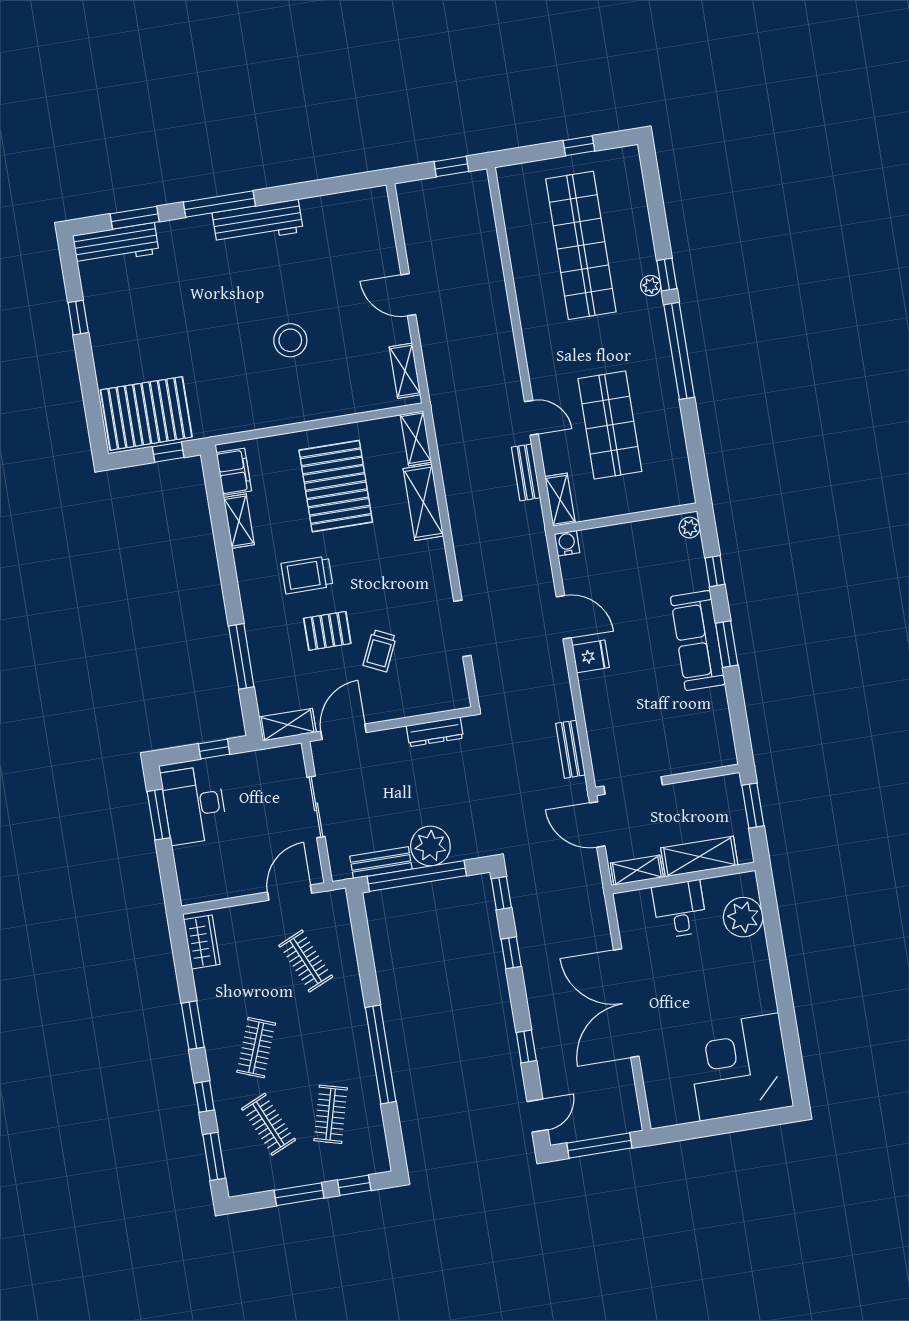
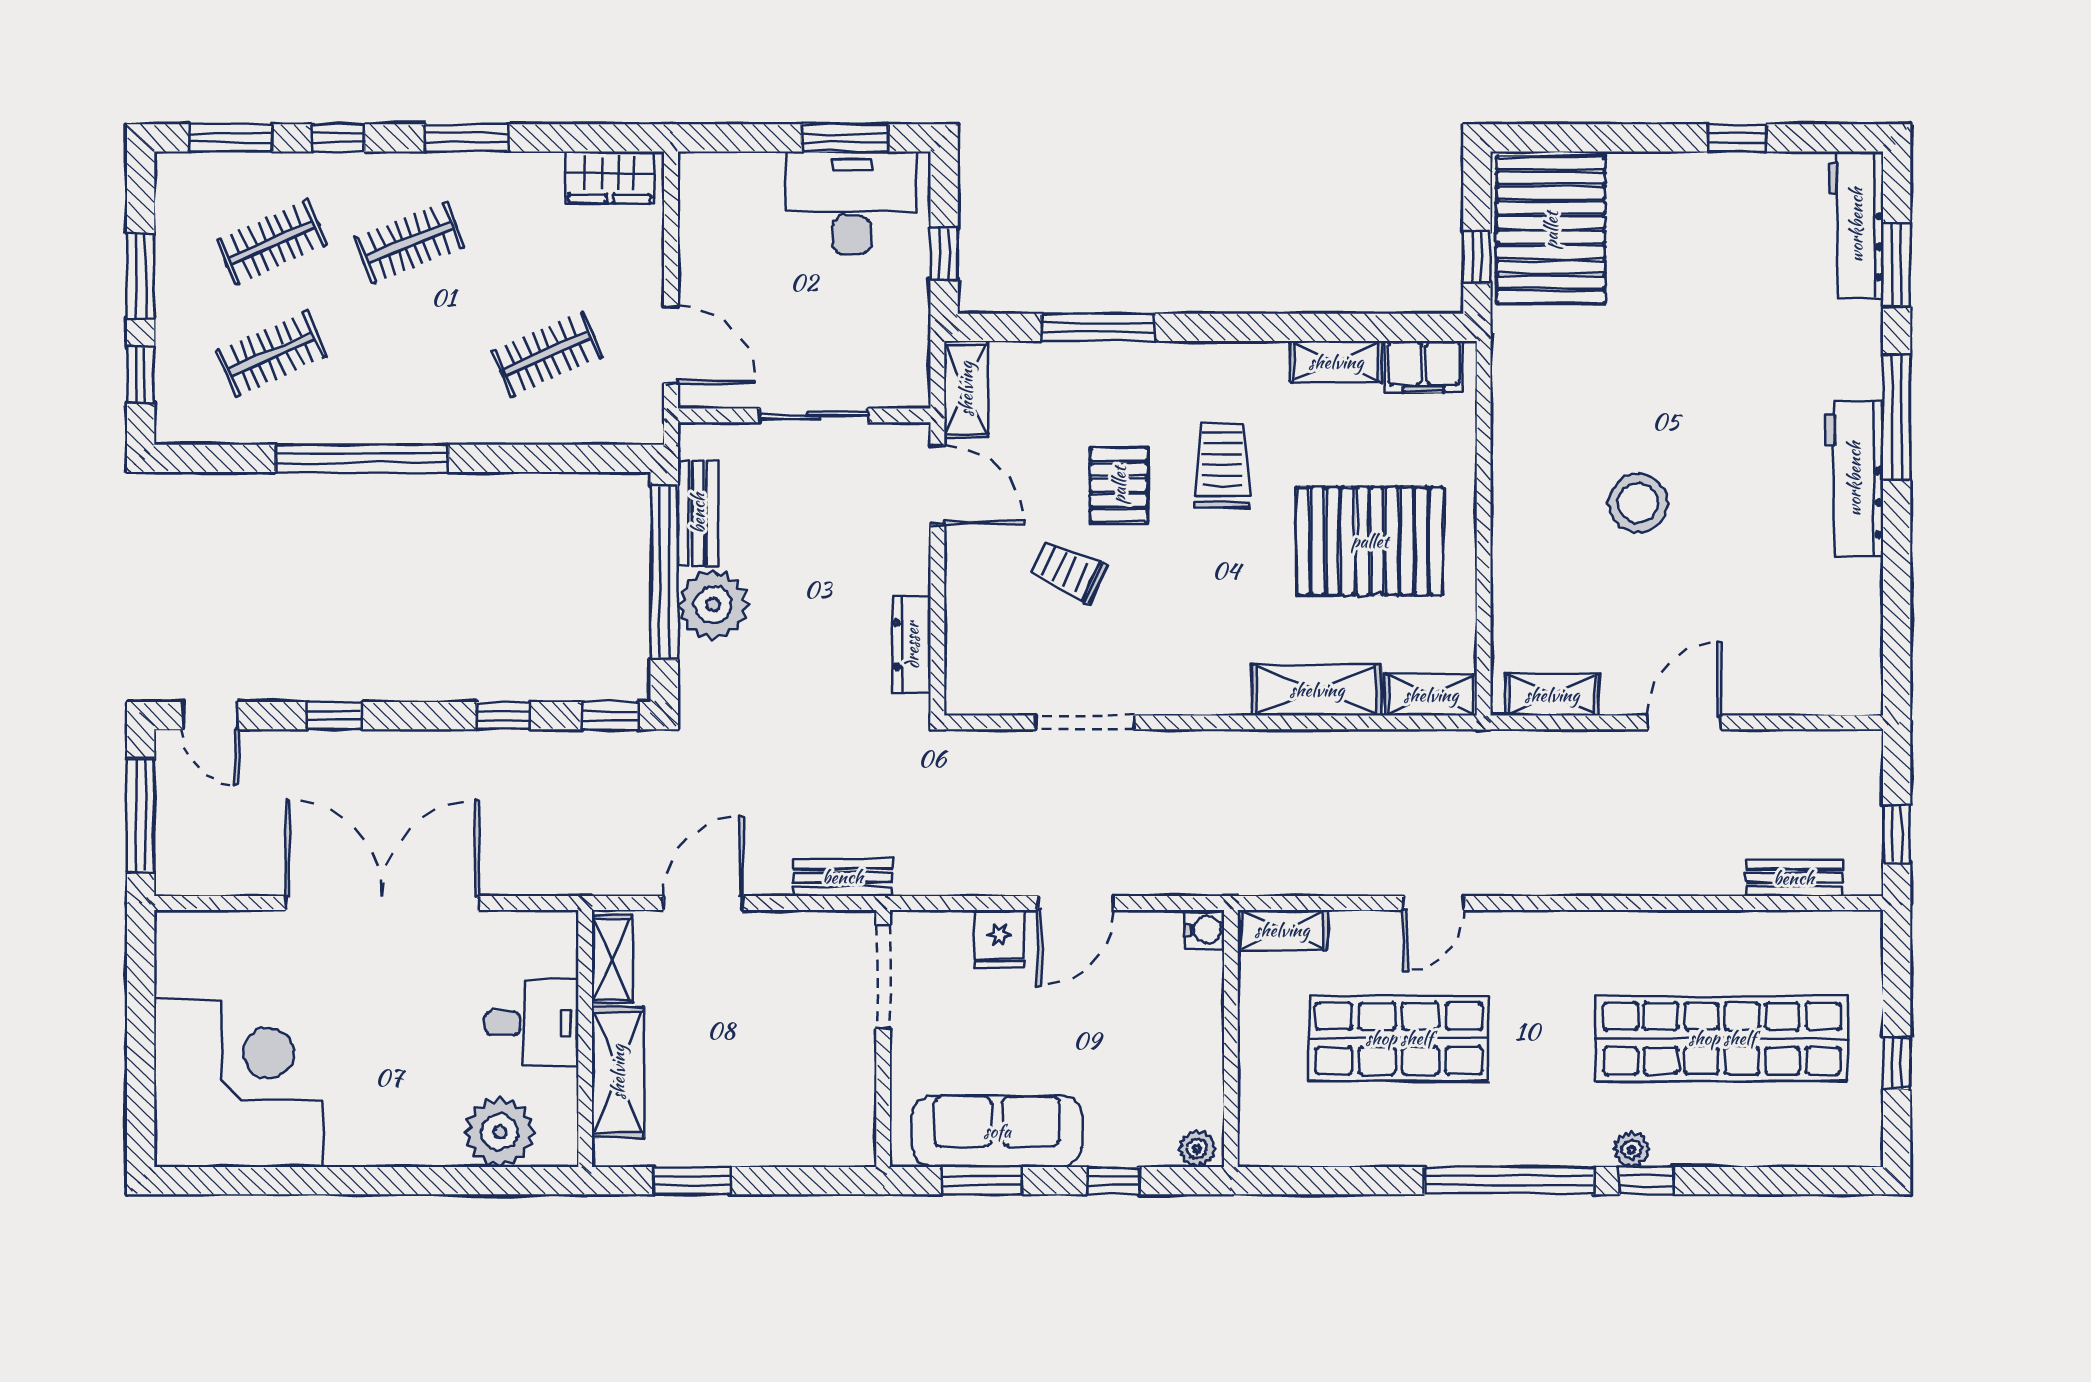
bench: (526, 472) -> (1794, 878), moved
wall: (667, 780) -> (883, 1038), moved
doorway: (633, 786) -> (883, 977), moved
clothes rail: (256, 1048) -> (409, 242), turned -42
clothes rail: (331, 1114) -> (271, 354), turned -39

